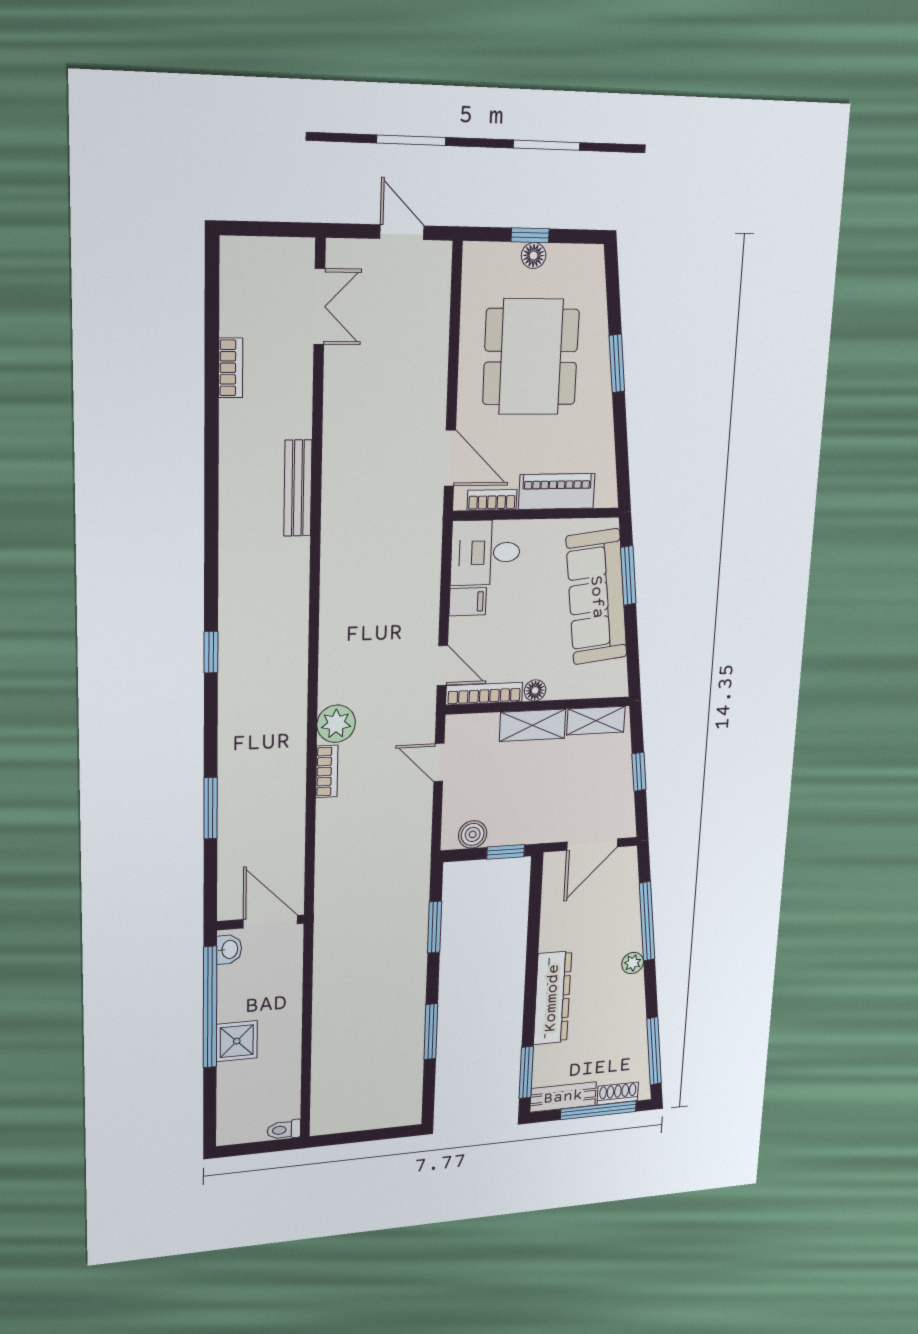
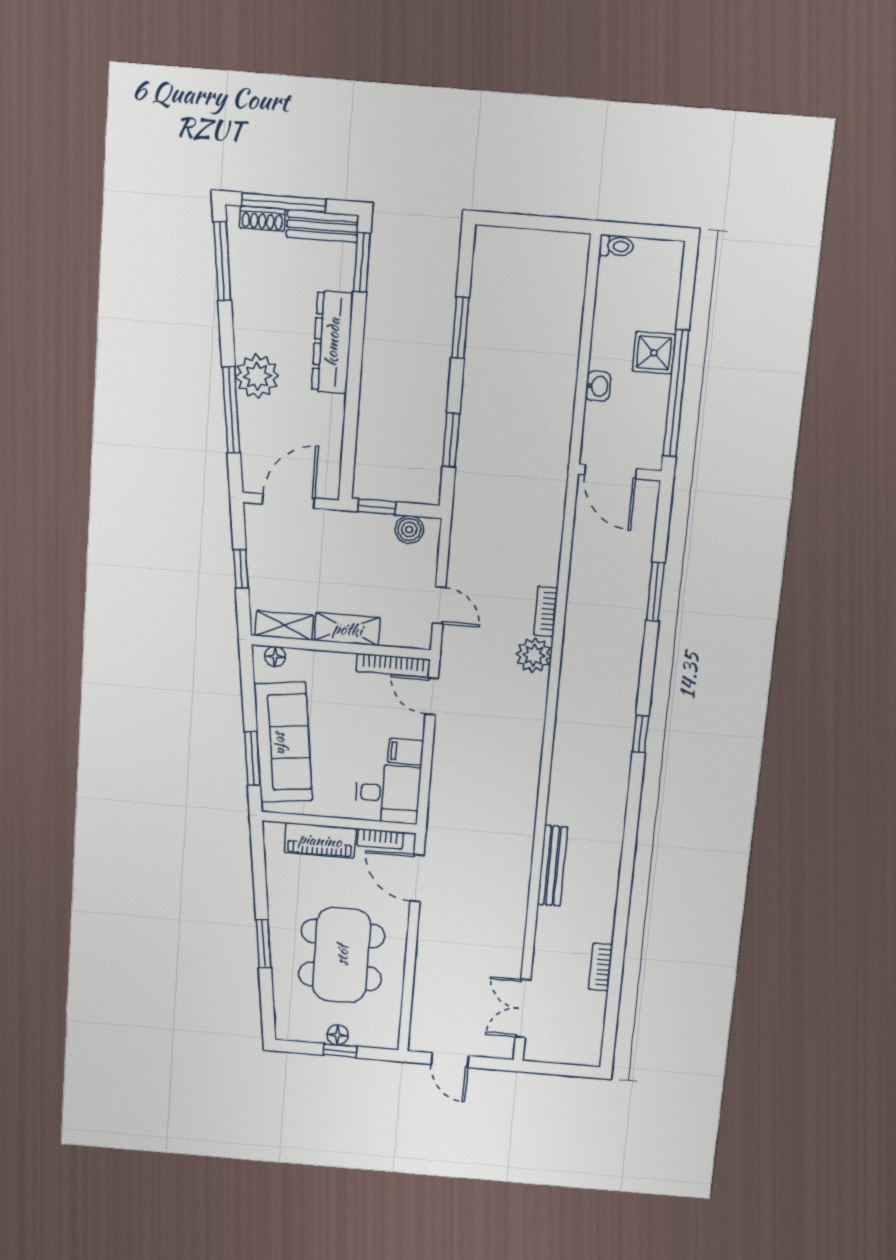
floor lamp: (535, 690) -> (275, 656), moved
washbasin: (229, 949) -> (598, 386), moved, turned 180
plant: (633, 963) -> (257, 376), width x1.88, depth x1.88

